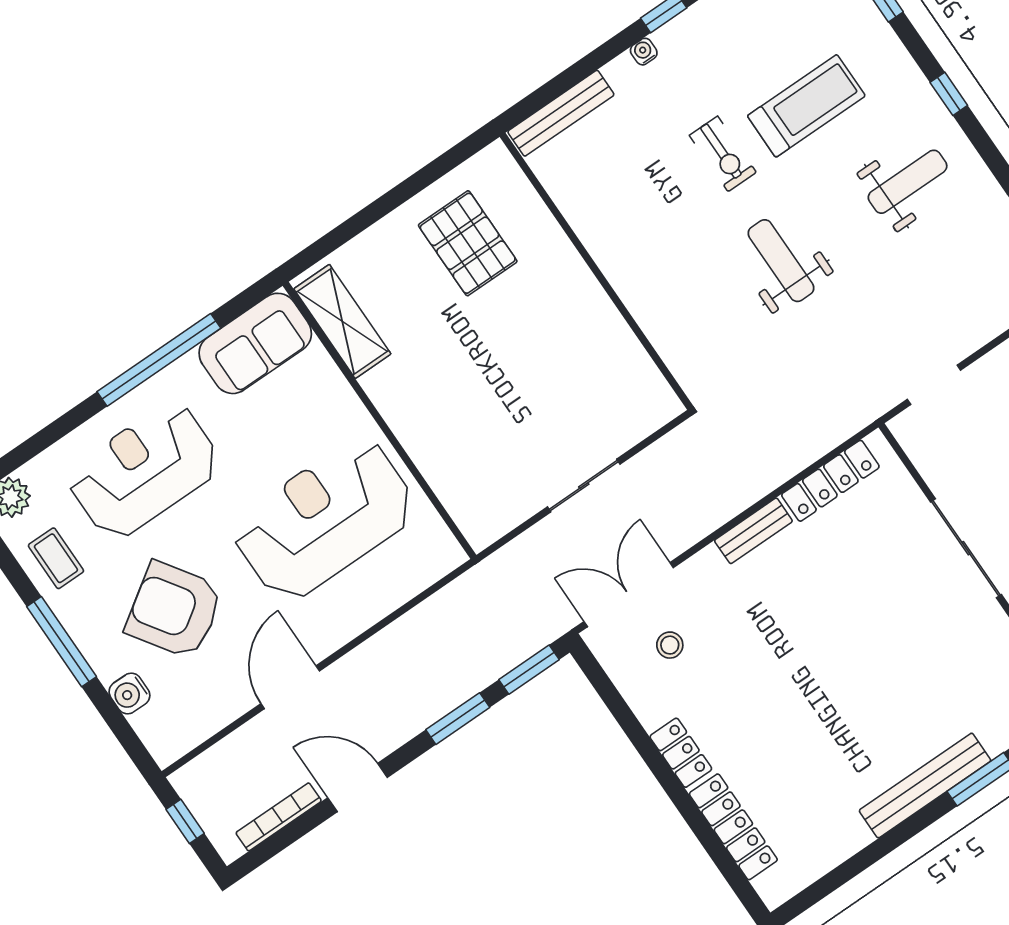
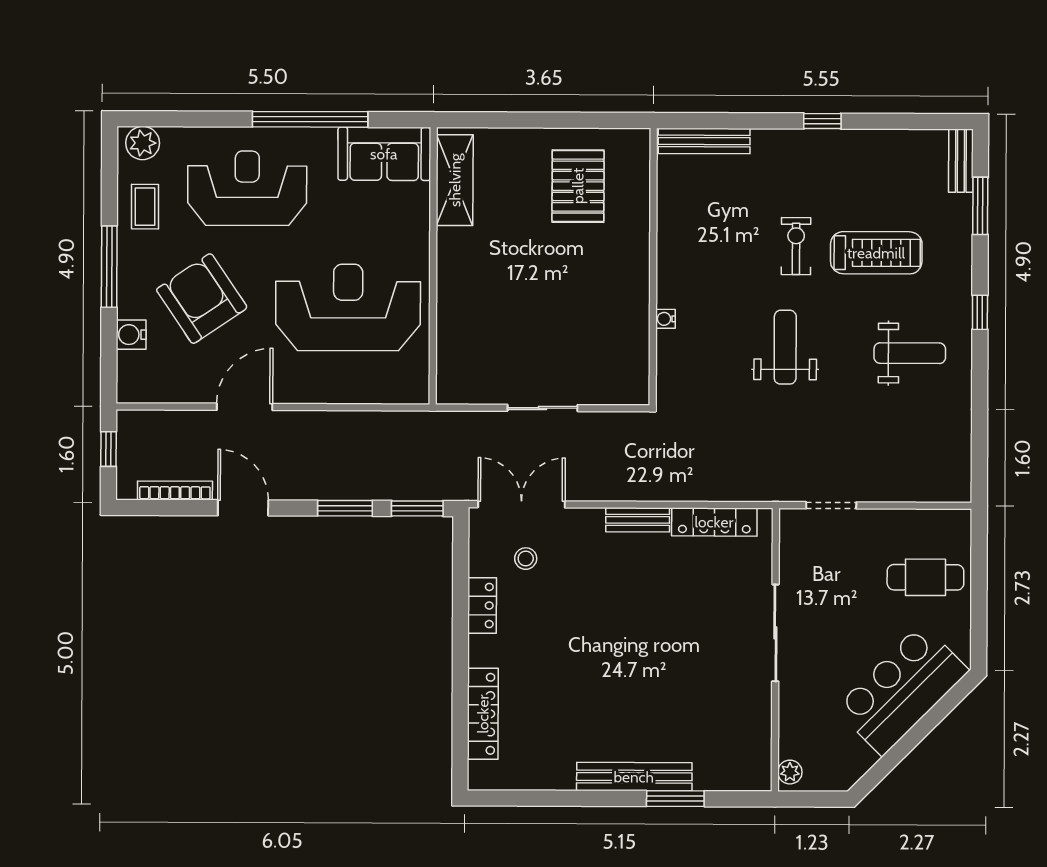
water cooler: (644, 52) -> (666, 319), moved, turned -90
exercise bike: (723, 154) -> (796, 246), turned 180
locker: (681, 753) -> (482, 605), moved

